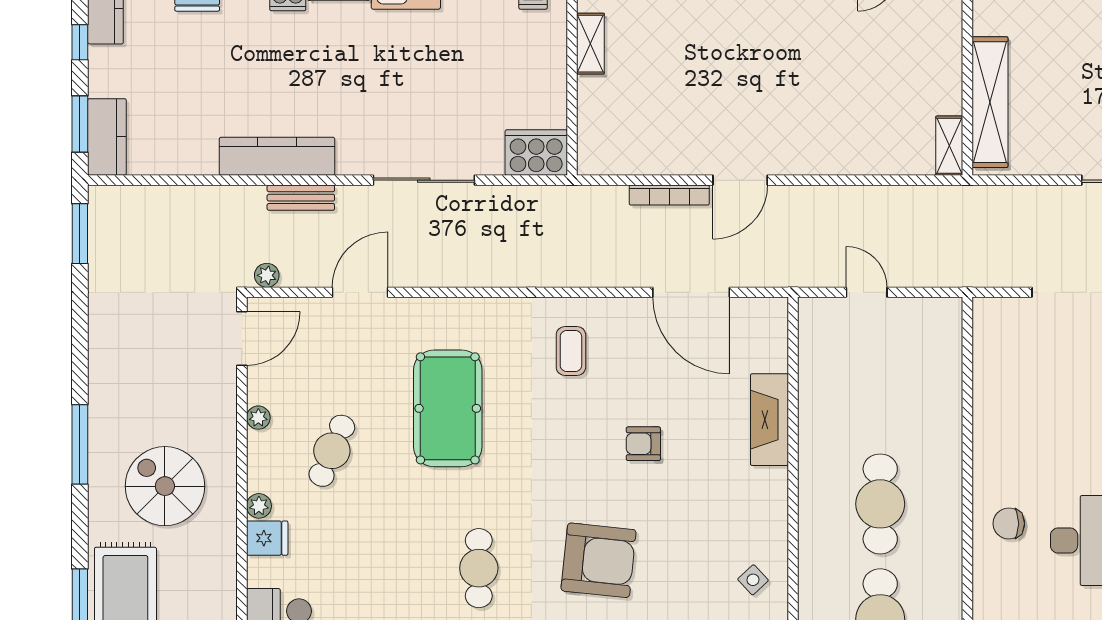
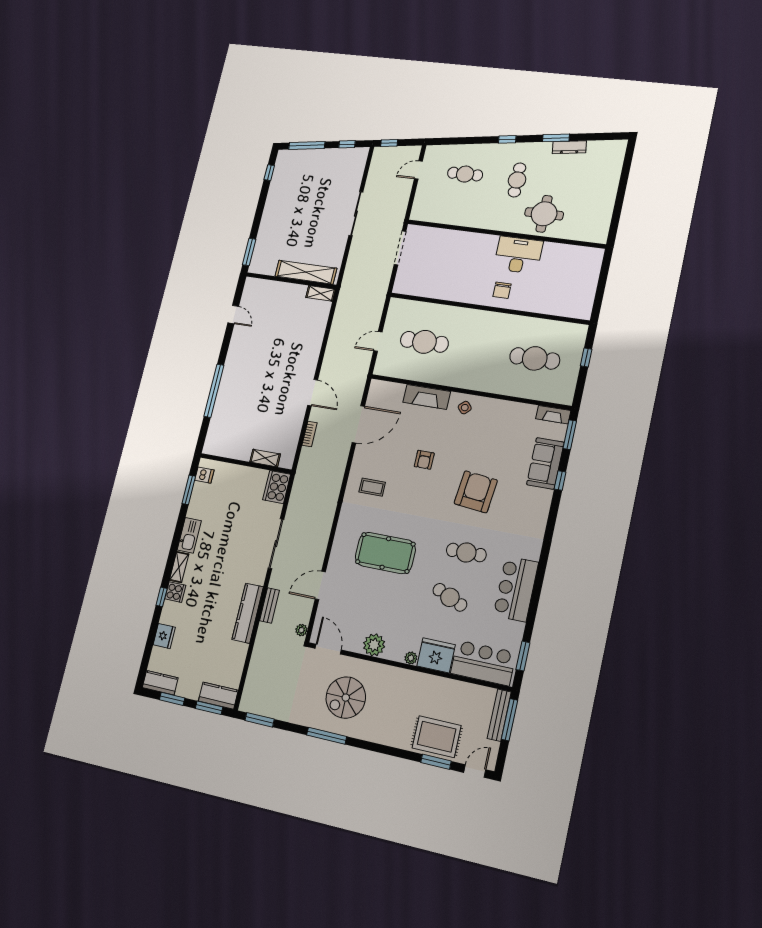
window: (80, 42) -> (172, 699), width x1.50
shelving: (590, 44) -> (265, 458), moved
bookcase: (669, 195) -> (310, 434), width x0.64
door: (360, 292) -> (320, 585), hinge flipped
plant: (258, 418) -> (374, 645), width x1.87, depth x1.87
window: (80, 444) -> (327, 736), moved
cafe table: (332, 451) -> (450, 597), moved
spiral stairs: (165, 486) -> (346, 698), moved
cafe table: (880, 504) -> (424, 342), moved
fridge: (267, 538) -> (436, 655), width x1.88, depth x1.34
side table: (753, 580) -> (465, 408), moved

